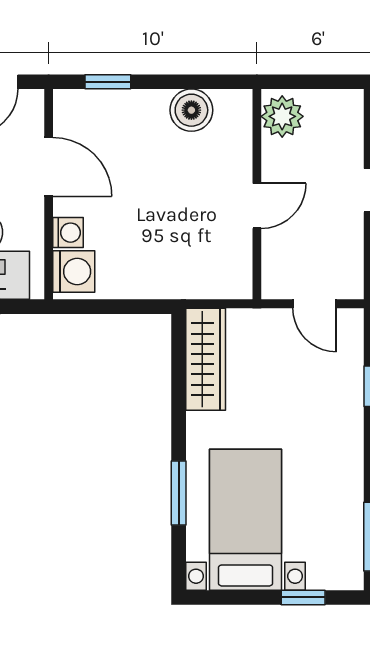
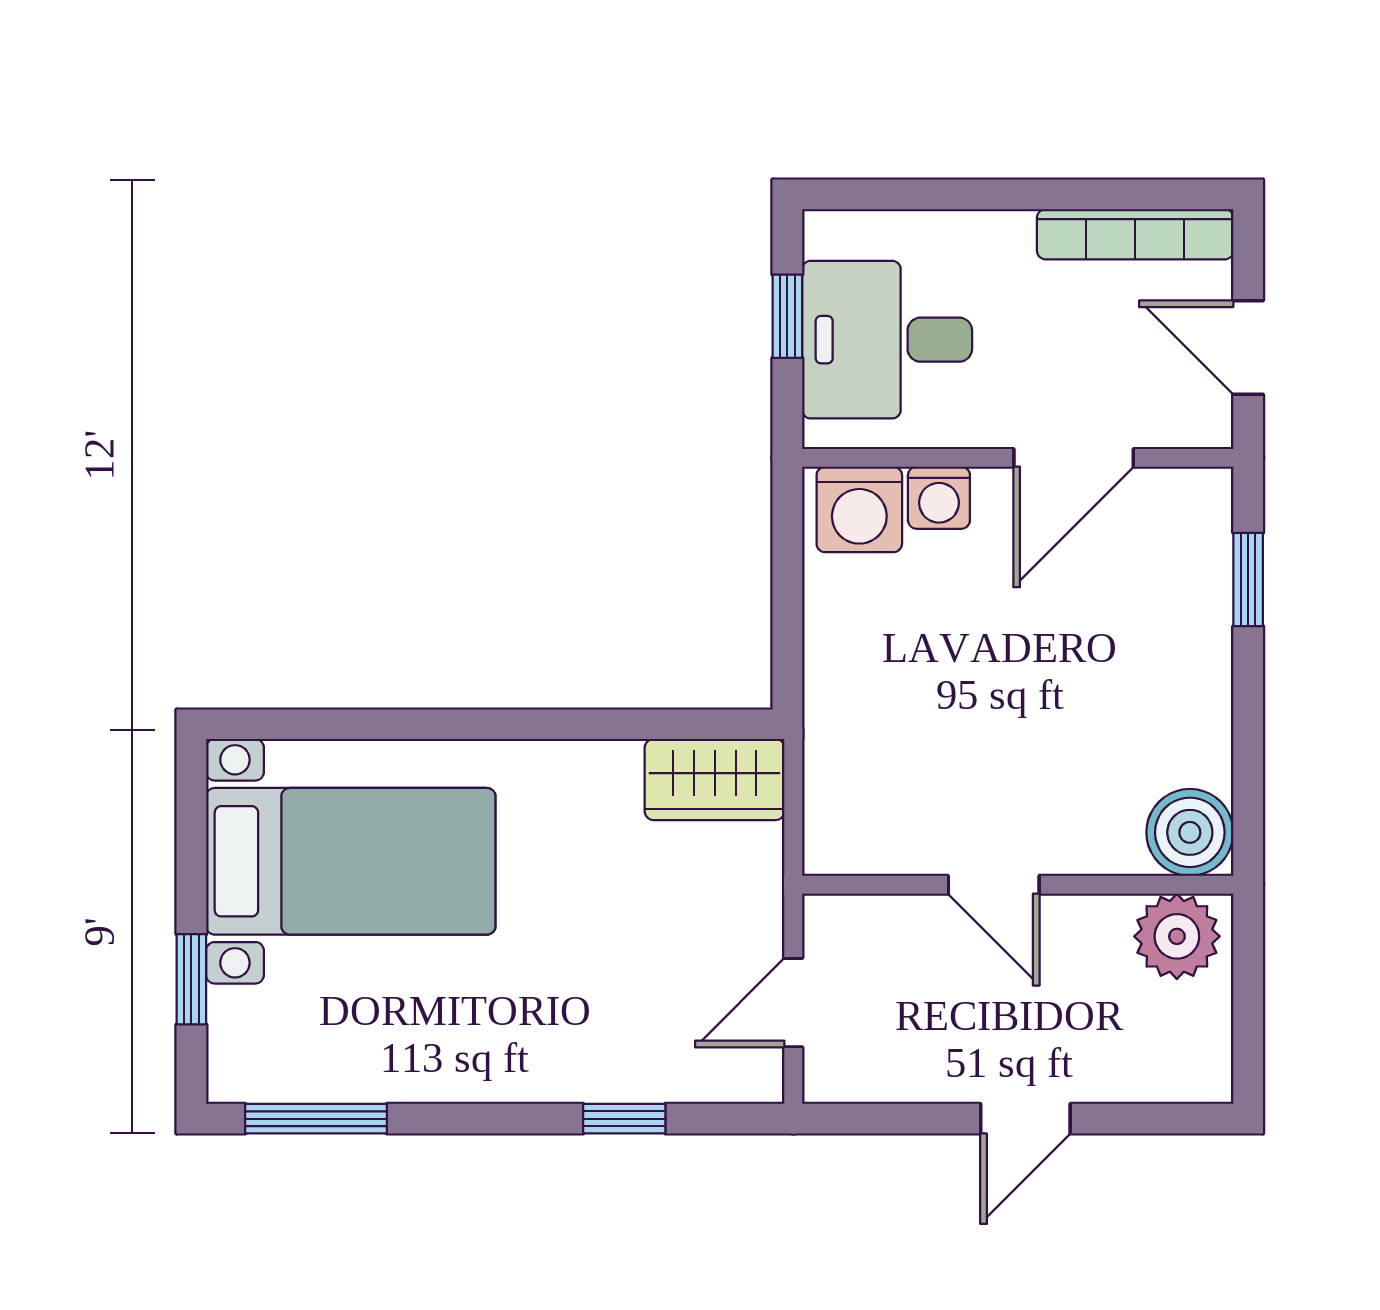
boiler: (191, 110) -> (1190, 832), moved
wardrobe: (206, 359) -> (715, 780), width x0.67
window: (179, 493) -> (405, 724), removed

